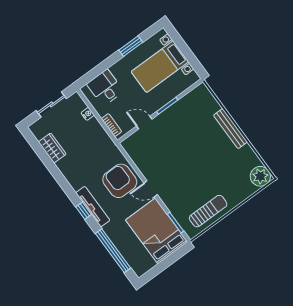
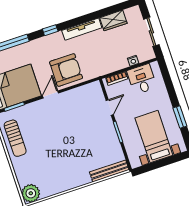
desk: (105, 88) -> (142, 79), moved, turned -90
bench: (230, 129) -> (109, 171), moved
tv unit: (93, 207) -> (82, 29), moved

